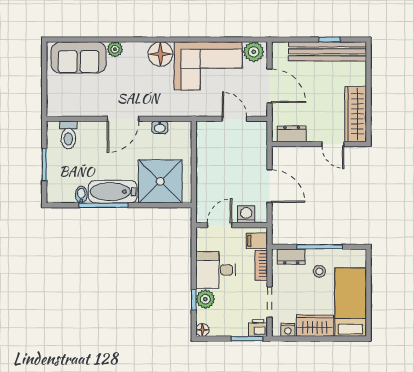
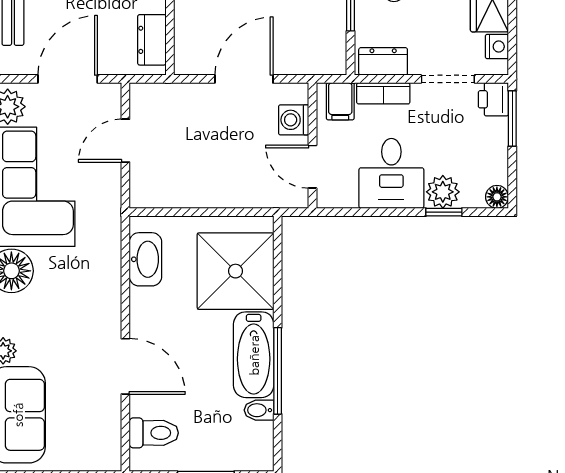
door: (123, 119) -> (125, 366), moved
washbasin: (160, 127) -> (145, 259), width x1.91, depth x1.45
dresser: (291, 257) -> (383, 61), moved, turned -90

